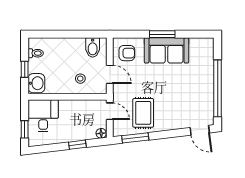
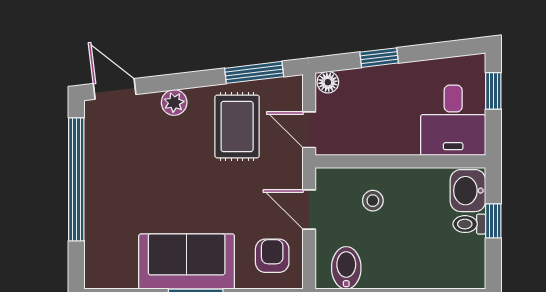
toilet: (36, 53) -> (469, 224), moved
armchair: (127, 53) -> (272, 256), turned 90
plant: (172, 124) -> (174, 103), added

